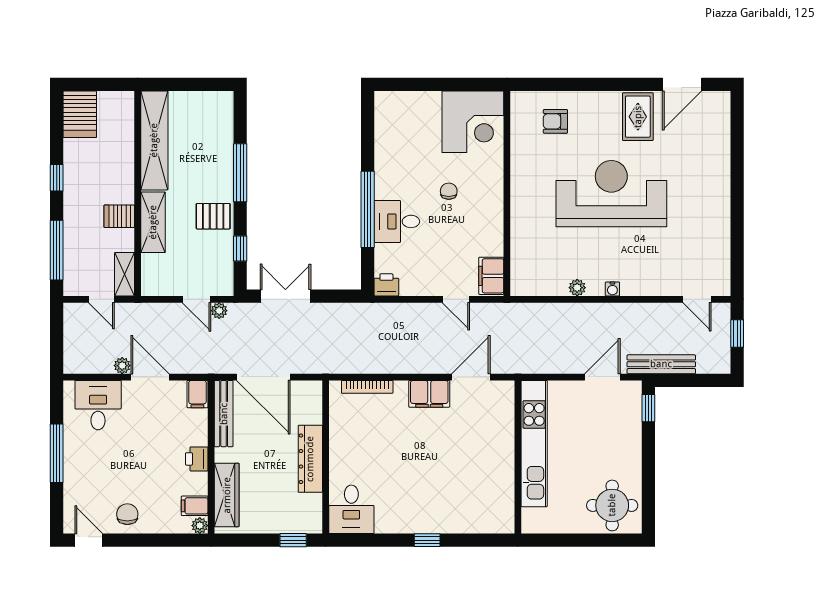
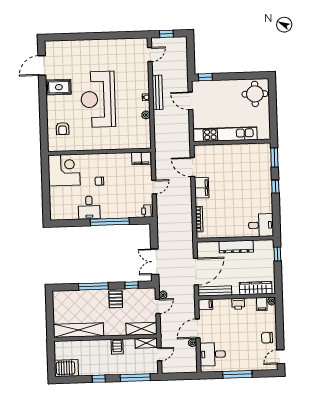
door: (682, 84) -> (42, 65), swing flipped
desk: (397, 221) -> (89, 208), moved
shelving: (153, 222) -> (141, 329), moved
door: (456, 299) -> (154, 187), moved
bench: (661, 364) -> (157, 92), moved
window: (485, 540) -> (274, 158), added

